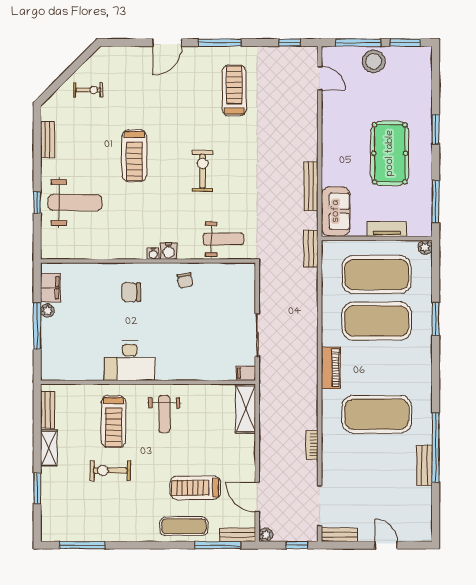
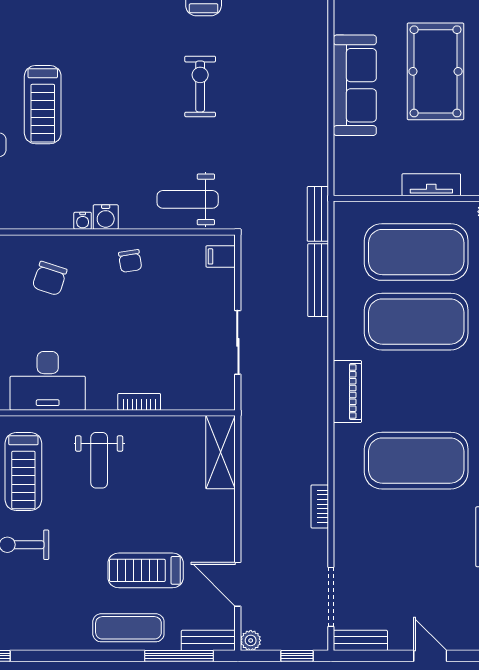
treadmill: (134, 156) -> (43, 105), moved
exercise bike: (203, 171) -> (200, 86), moved
bench: (311, 186) -> (318, 280), moved
sofa: (336, 211) -> (355, 85), moved, width x1.36
weight bench: (224, 239) -> (188, 199), turned 180
chair: (131, 292) -> (50, 278), turned -72
filing cabinet: (246, 373) -> (221, 256), moved
bookcase: (191, 375) -> (139, 402), added

